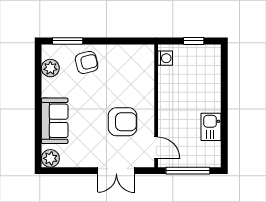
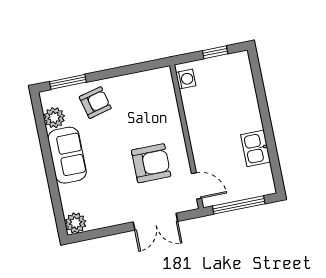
sofa: (55, 121) -> (67, 155), moved

